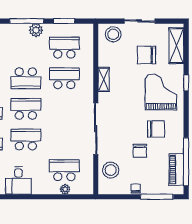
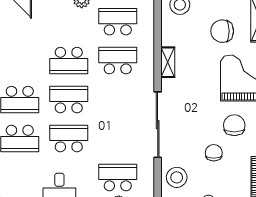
chair: (156, 129) -> (234, 125), turned -90
chair: (140, 151) -> (214, 153), turned 180

